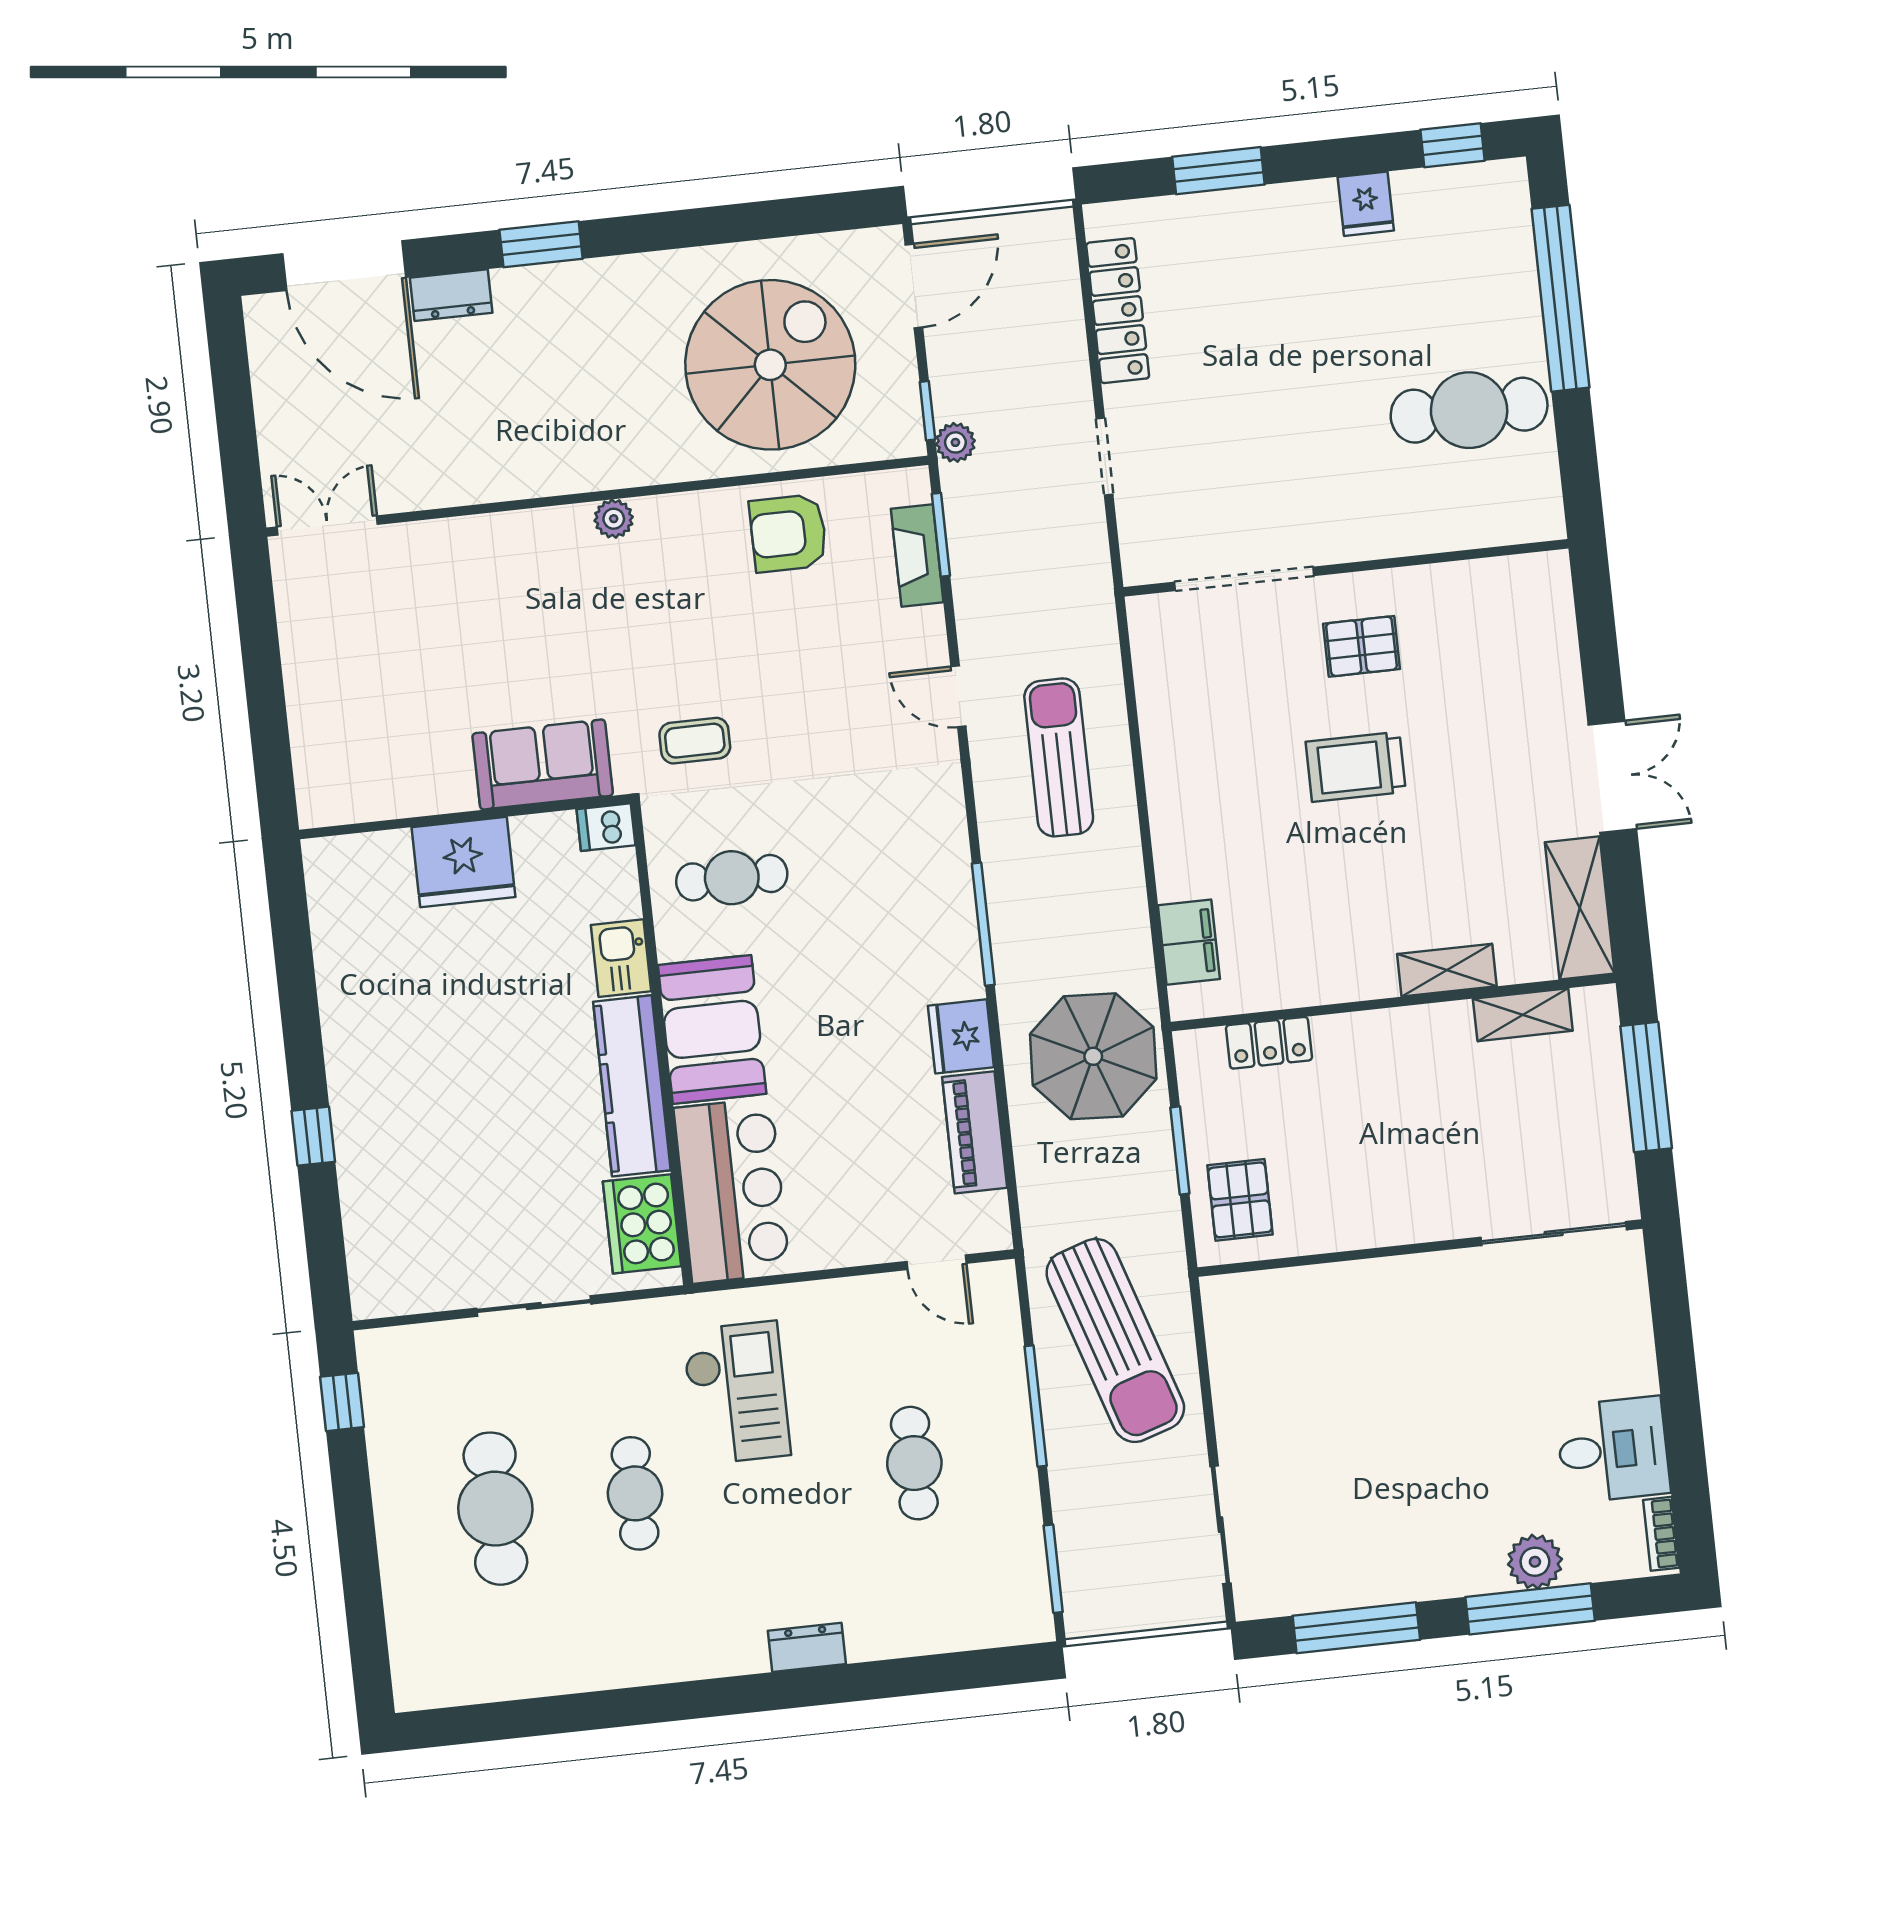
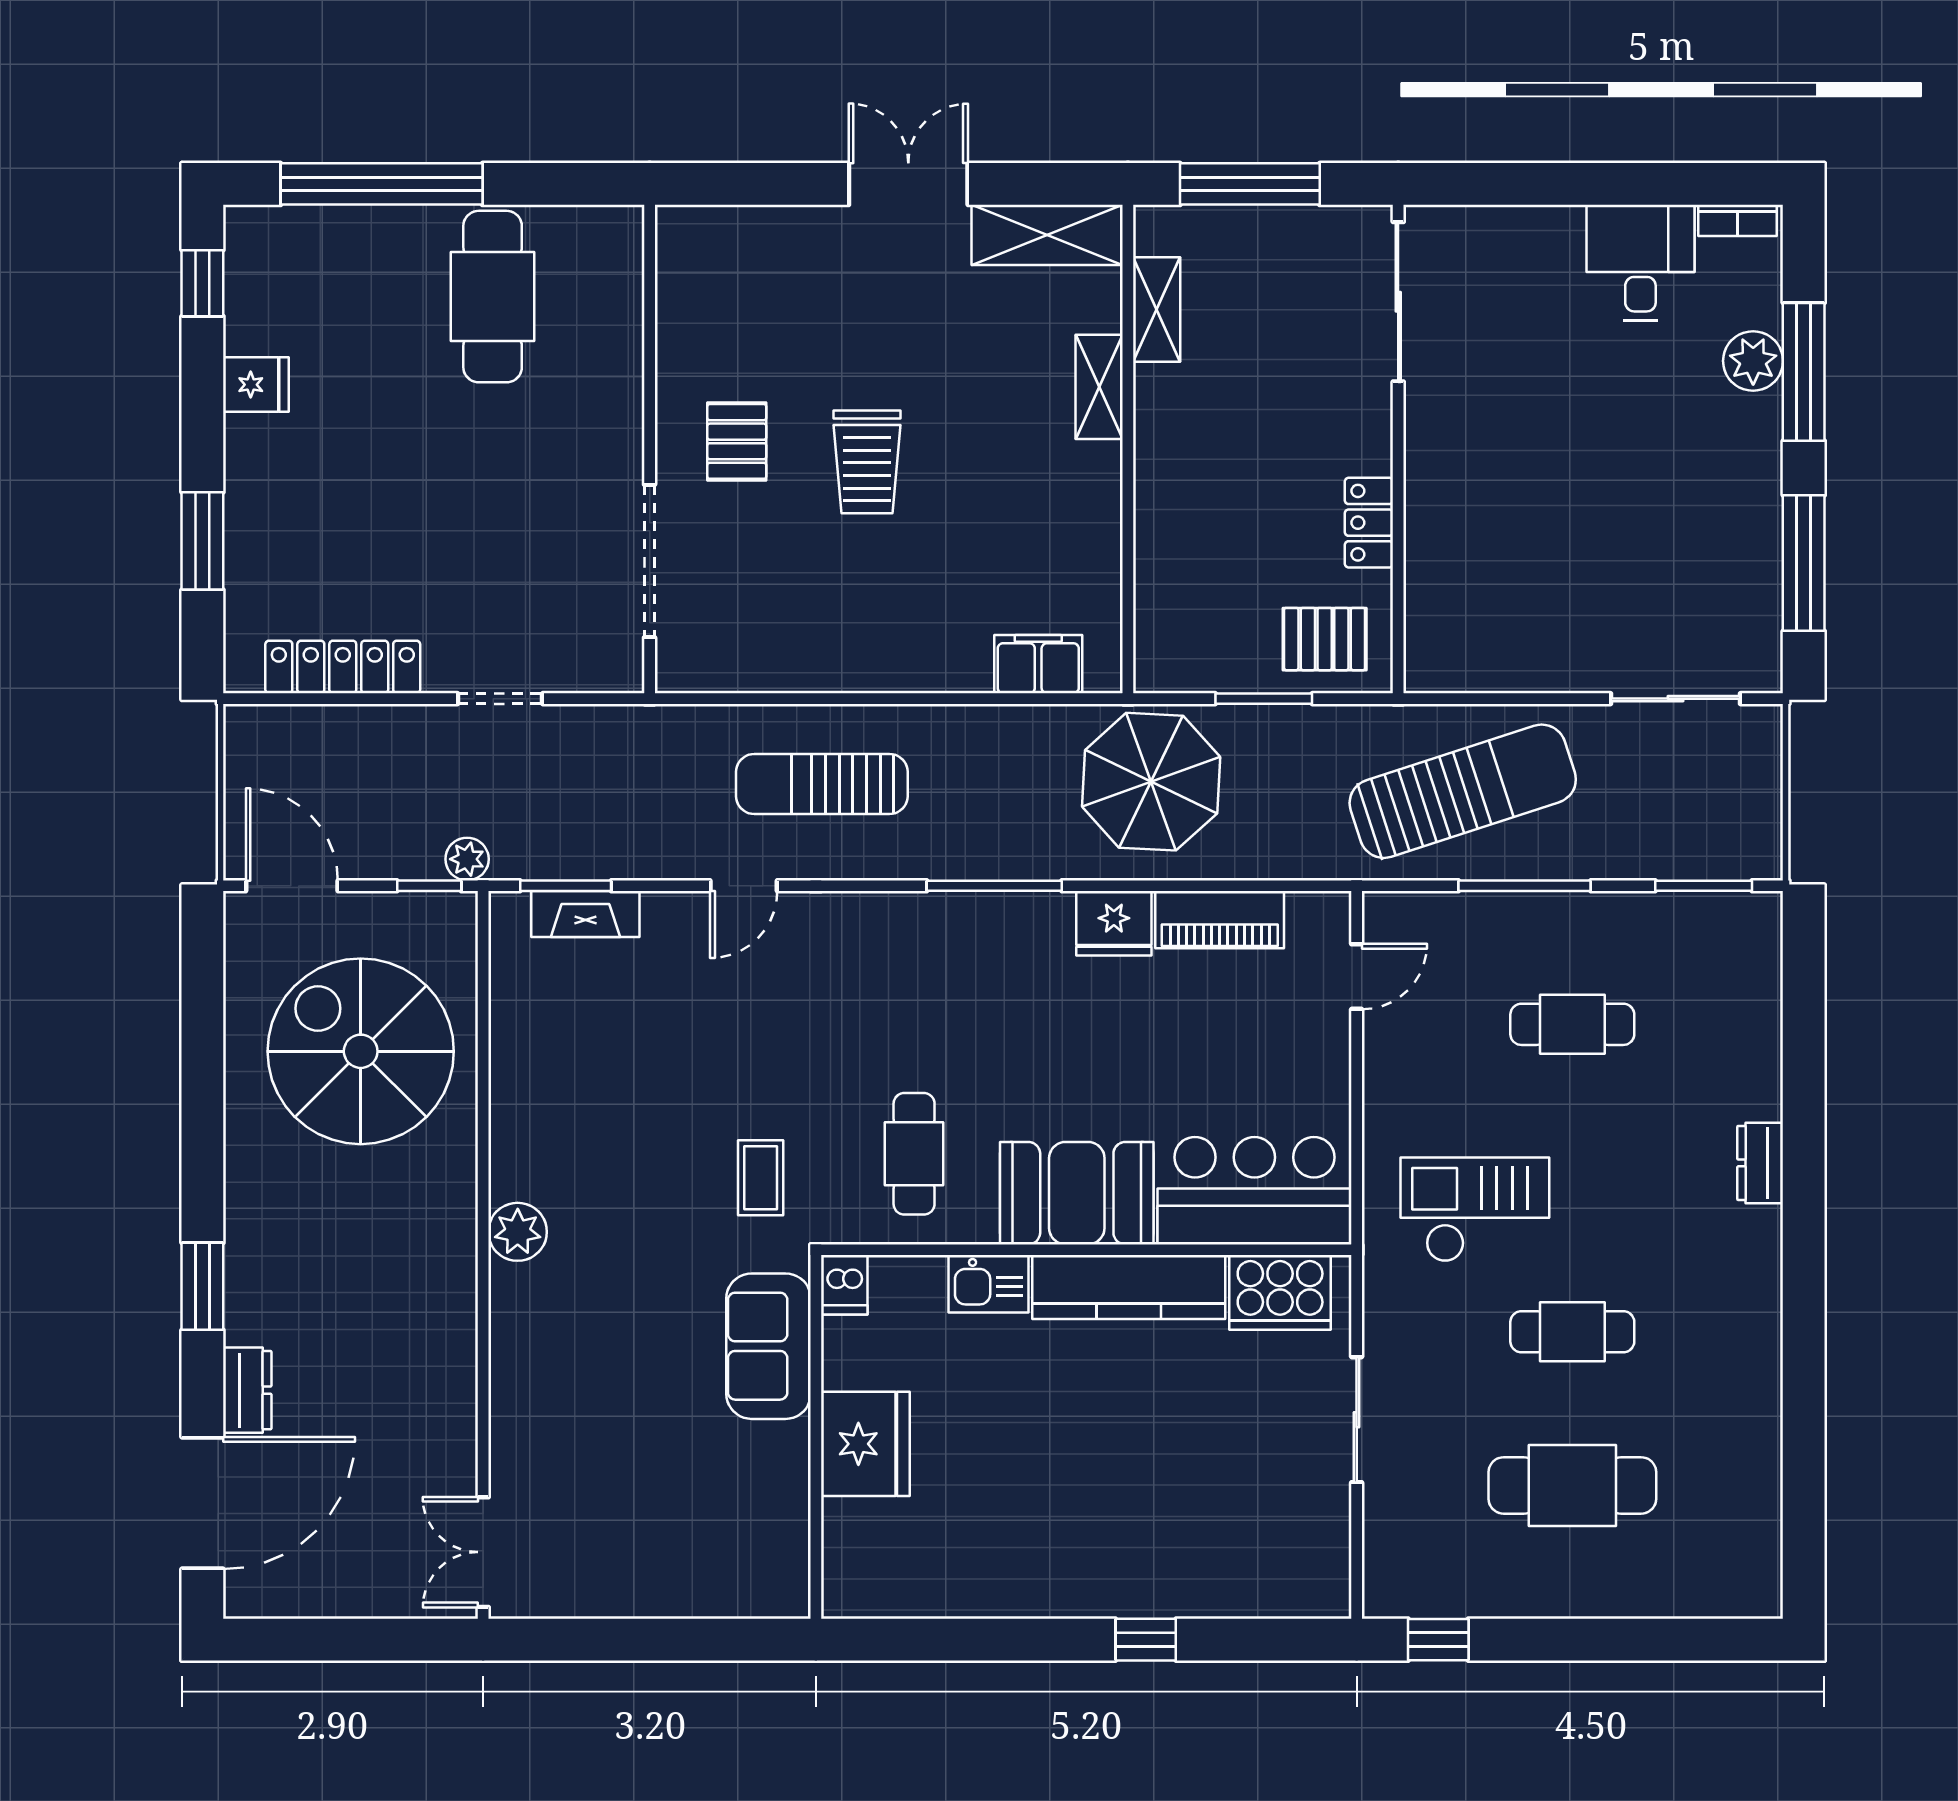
plant: (614, 519) -> (518, 1232), width x1.38, depth x1.38
armchair: (788, 533) -> (546, 1052), removed
locker: (1269, 1043) -> (1369, 523), moved, turned 180

